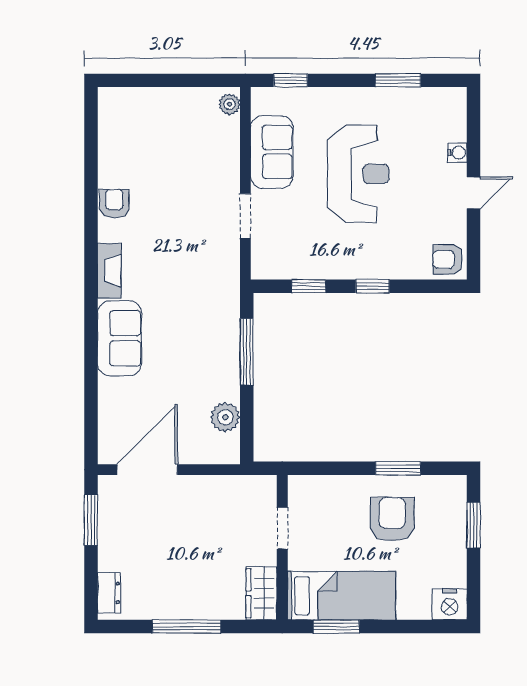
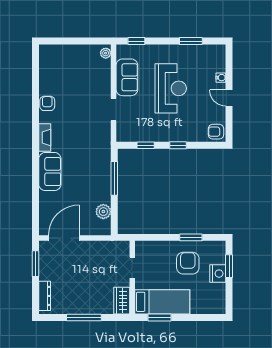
door: (474, 193) -> (229, 98), swing flipped
dresser: (109, 593) -> (45, 296), width x1.44
nightstand: (450, 604) -> (218, 274), moved, turned -90

